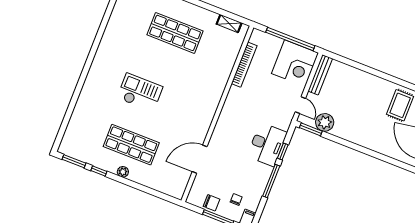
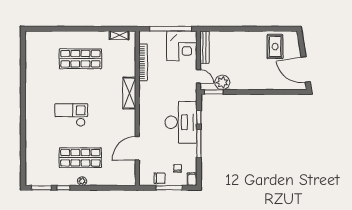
shelving: (215, 93) -> (129, 93), added
desk: (267, 144) -> (181, 122), width x1.36, depth x1.30

